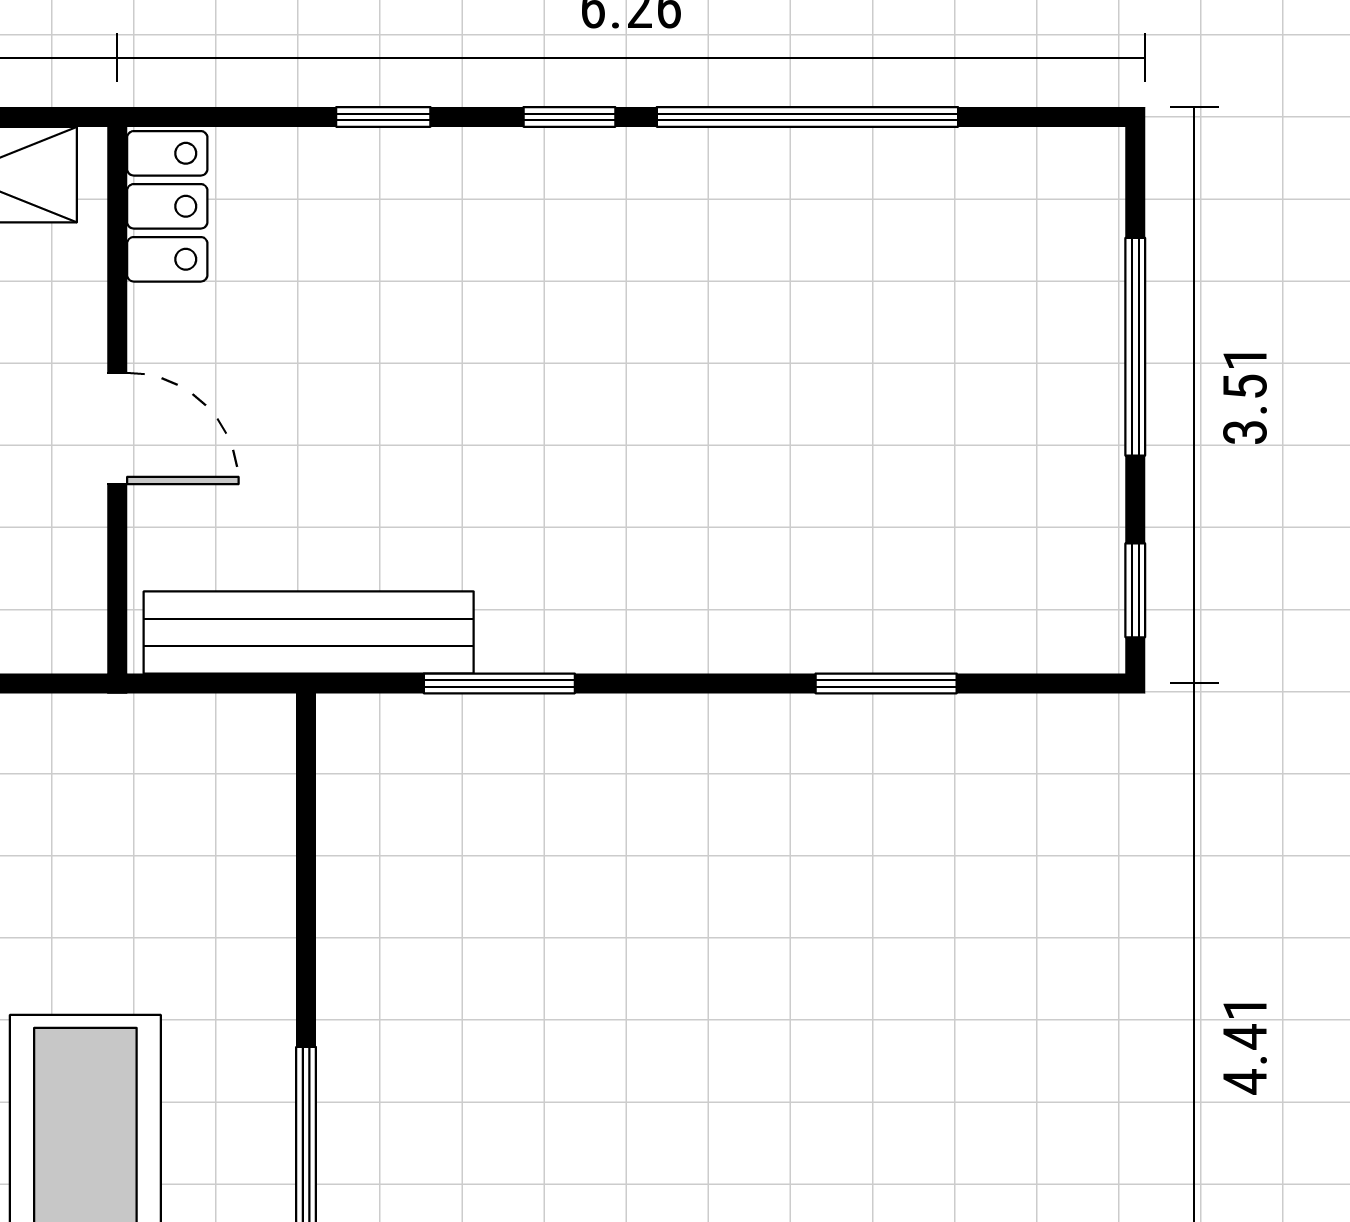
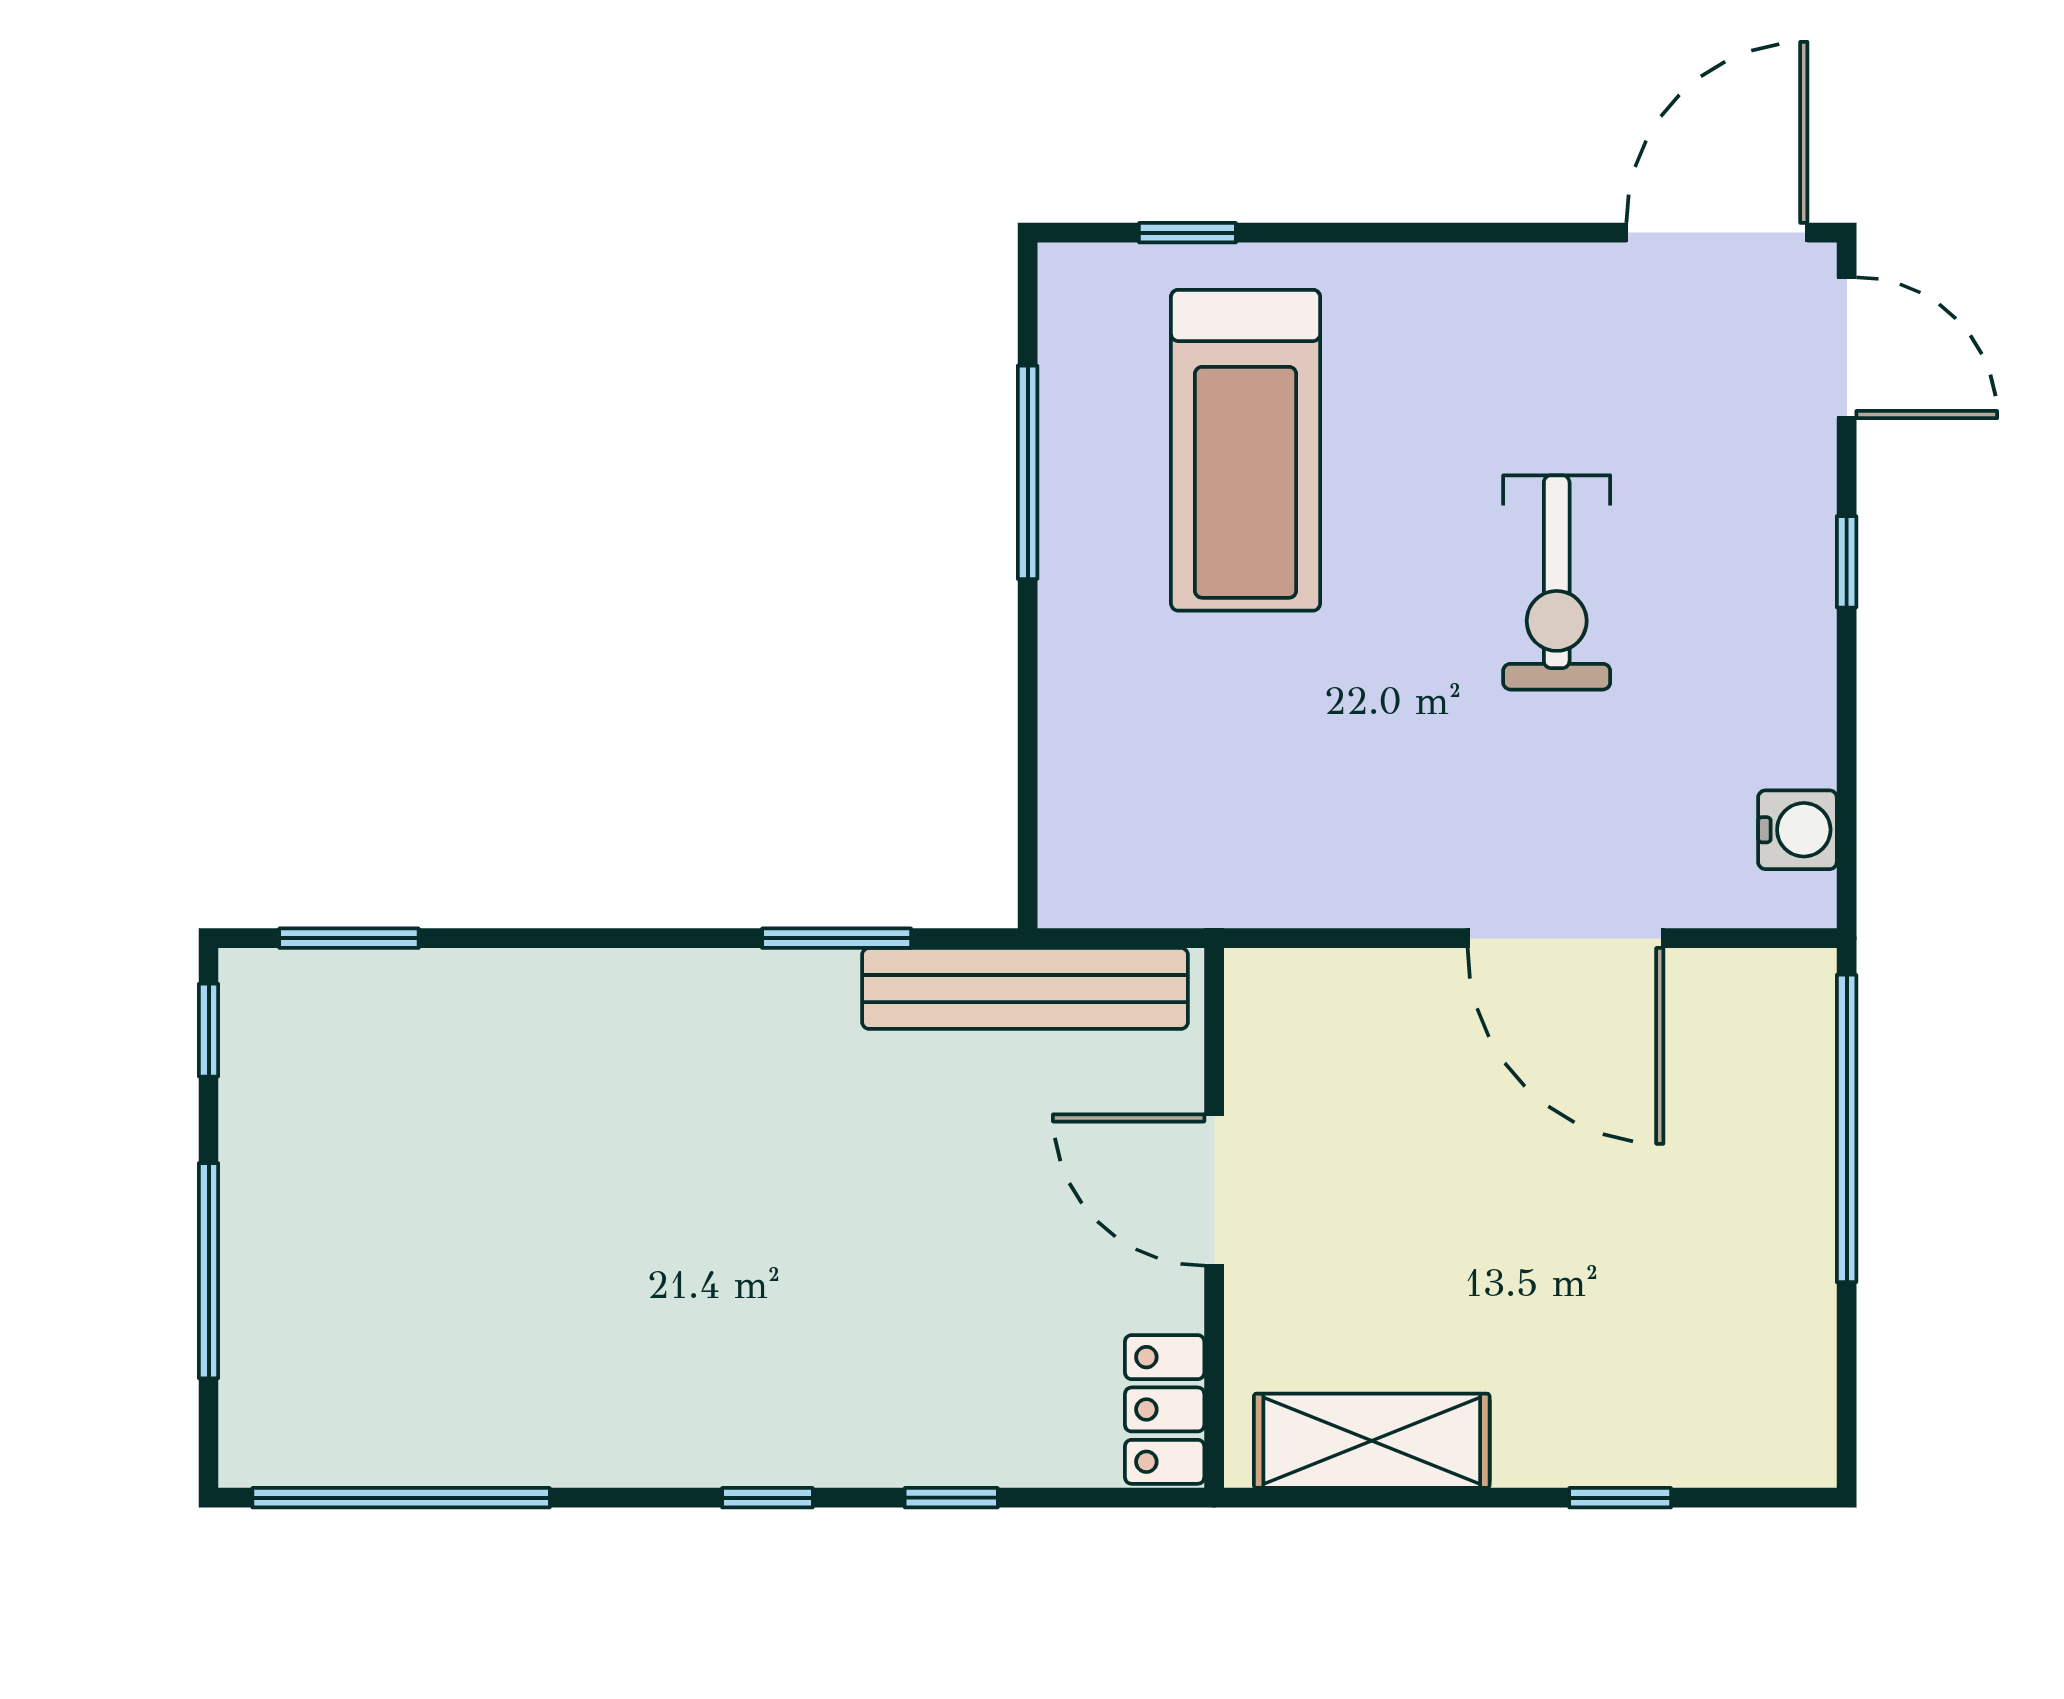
window: (807, 117) -> (401, 1498), moved
door: (117, 428) -> (1214, 1190), width x1.38
window: (886, 683) -> (349, 938), moved

